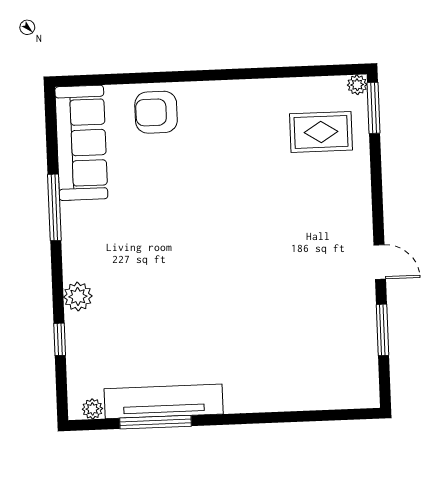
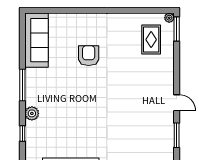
armchair: (156, 112) -> (89, 56), moved, turned 90
rug: (321, 132) -> (151, 40), turned 90
window: (54, 207) -> (22, 85), moved

